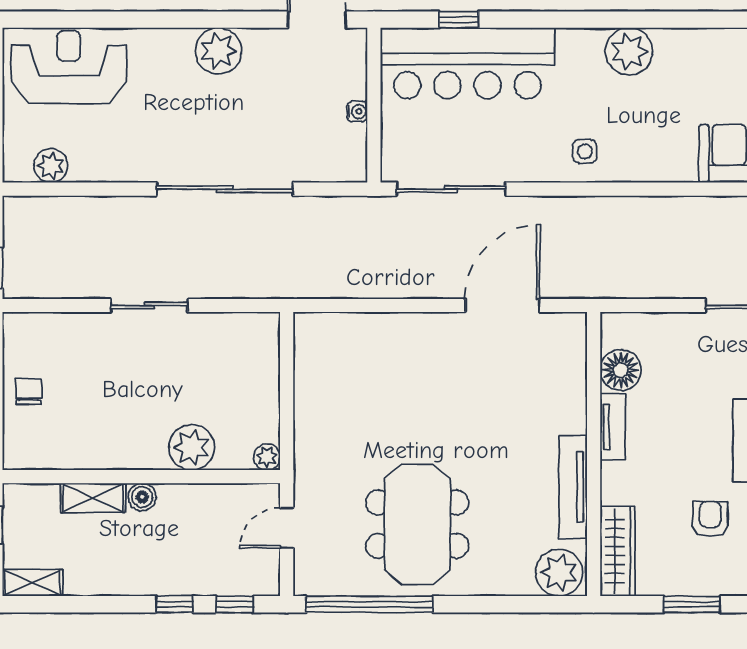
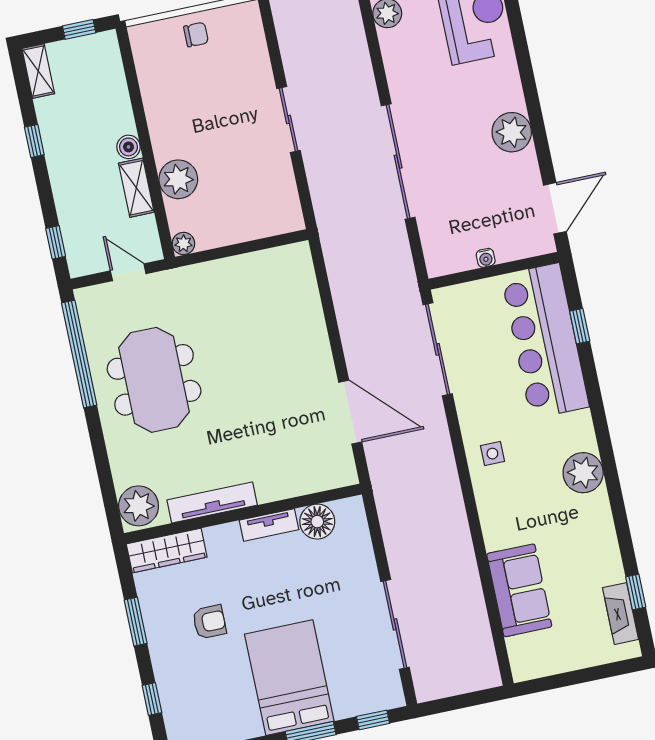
shelving: (93, 498) -> (136, 188), moved
meeting table: (417, 524) -> (154, 380), turned 90
window: (174, 604) -> (34, 141), moved

